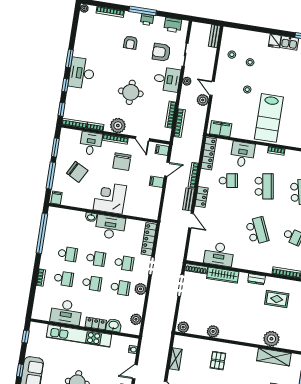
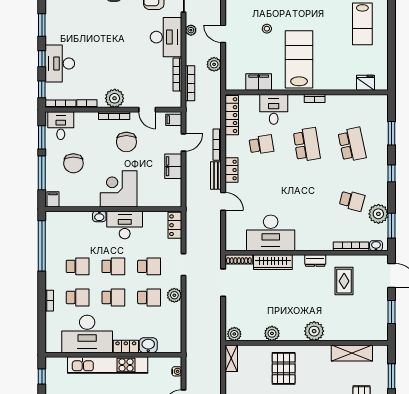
desk: (82, 73) -> (60, 63), moved
desk: (167, 79) -> (166, 37), width x1.37
round table: (131, 92) -> (124, 55), removed
plant: (203, 100) -> (214, 64), moved
lab bench: (269, 118) -> (299, 59), turned 180
filing cabinet: (221, 129) -> (259, 82), moved
desk: (91, 143) -> (61, 126), moved
chair: (77, 172) -> (73, 163), turned 62
filing cabinet: (157, 182) -> (173, 166), width x2.00
school desk: (257, 231) -> (307, 201), removed
locker: (149, 239) -> (175, 225), width x0.66
desk: (219, 254) -> (271, 233), width x1.36, depth x1.30
rug: (277, 299) -> (344, 281), turned 90
desk: (66, 312) -> (87, 334), width x1.36, depth x1.30
plant: (136, 319) -> (175, 334), removed
plant: (271, 339) -> (314, 331), moved
shelving: (176, 359) -> (231, 358), moved
pallet: (218, 361) -> (284, 368), width x1.50, depth x1.42

